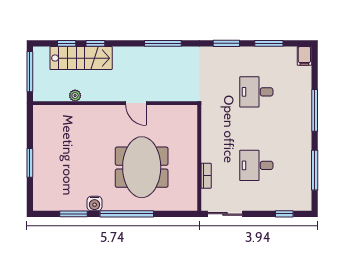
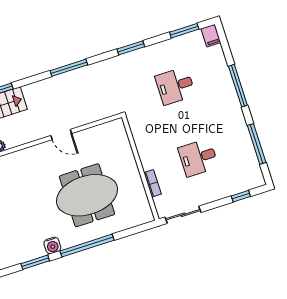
window: (269, 43) -> (184, 31), moved
meeting table: (142, 167) -> (87, 195), turned 90

